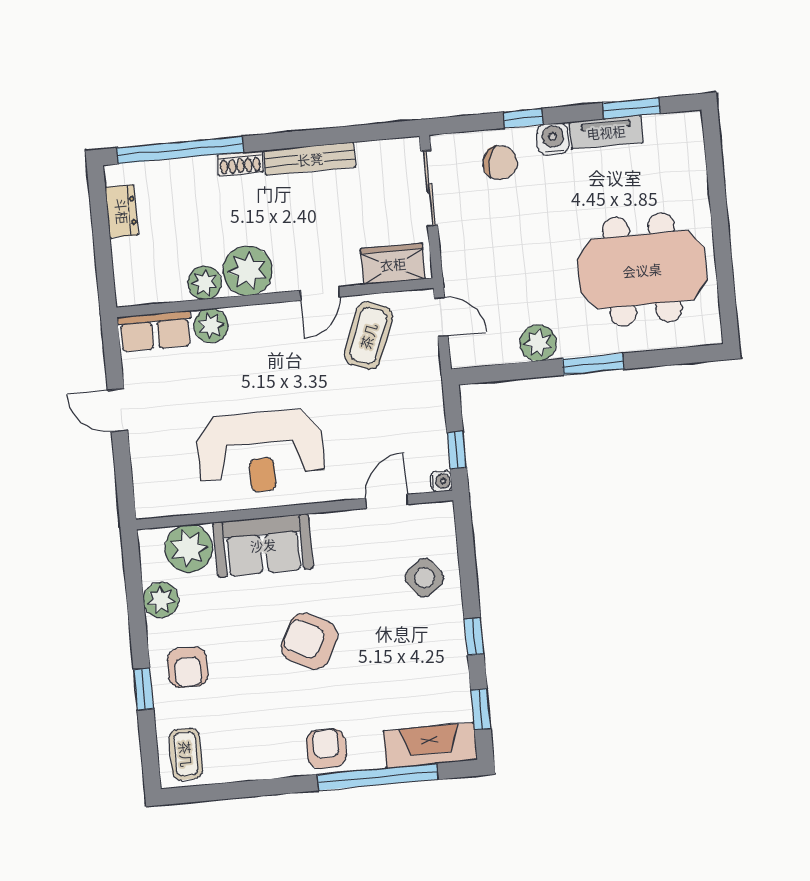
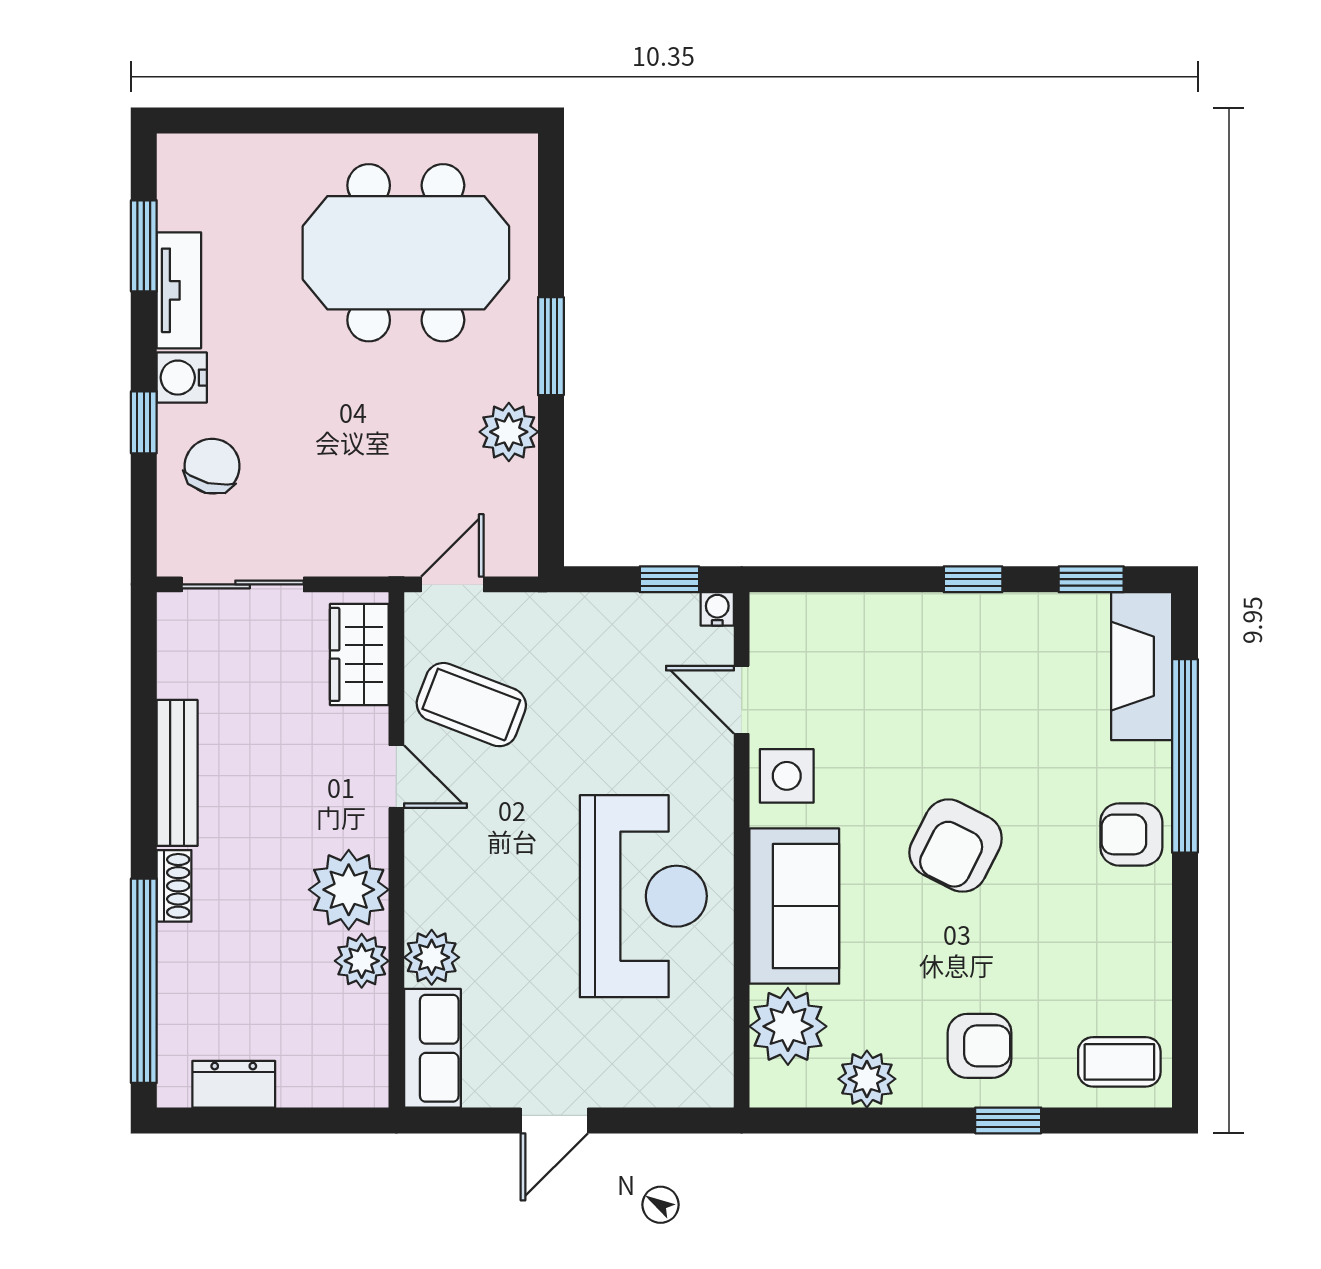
meeting table: (642, 270) -> (406, 253), turned 90
side table: (424, 578) -> (787, 776), moved, turned 37

